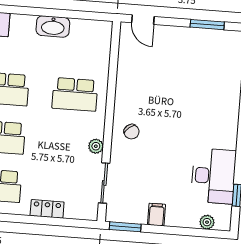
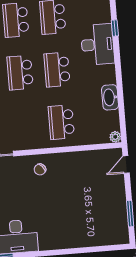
plant: (96, 146) -> (115, 137), moved

